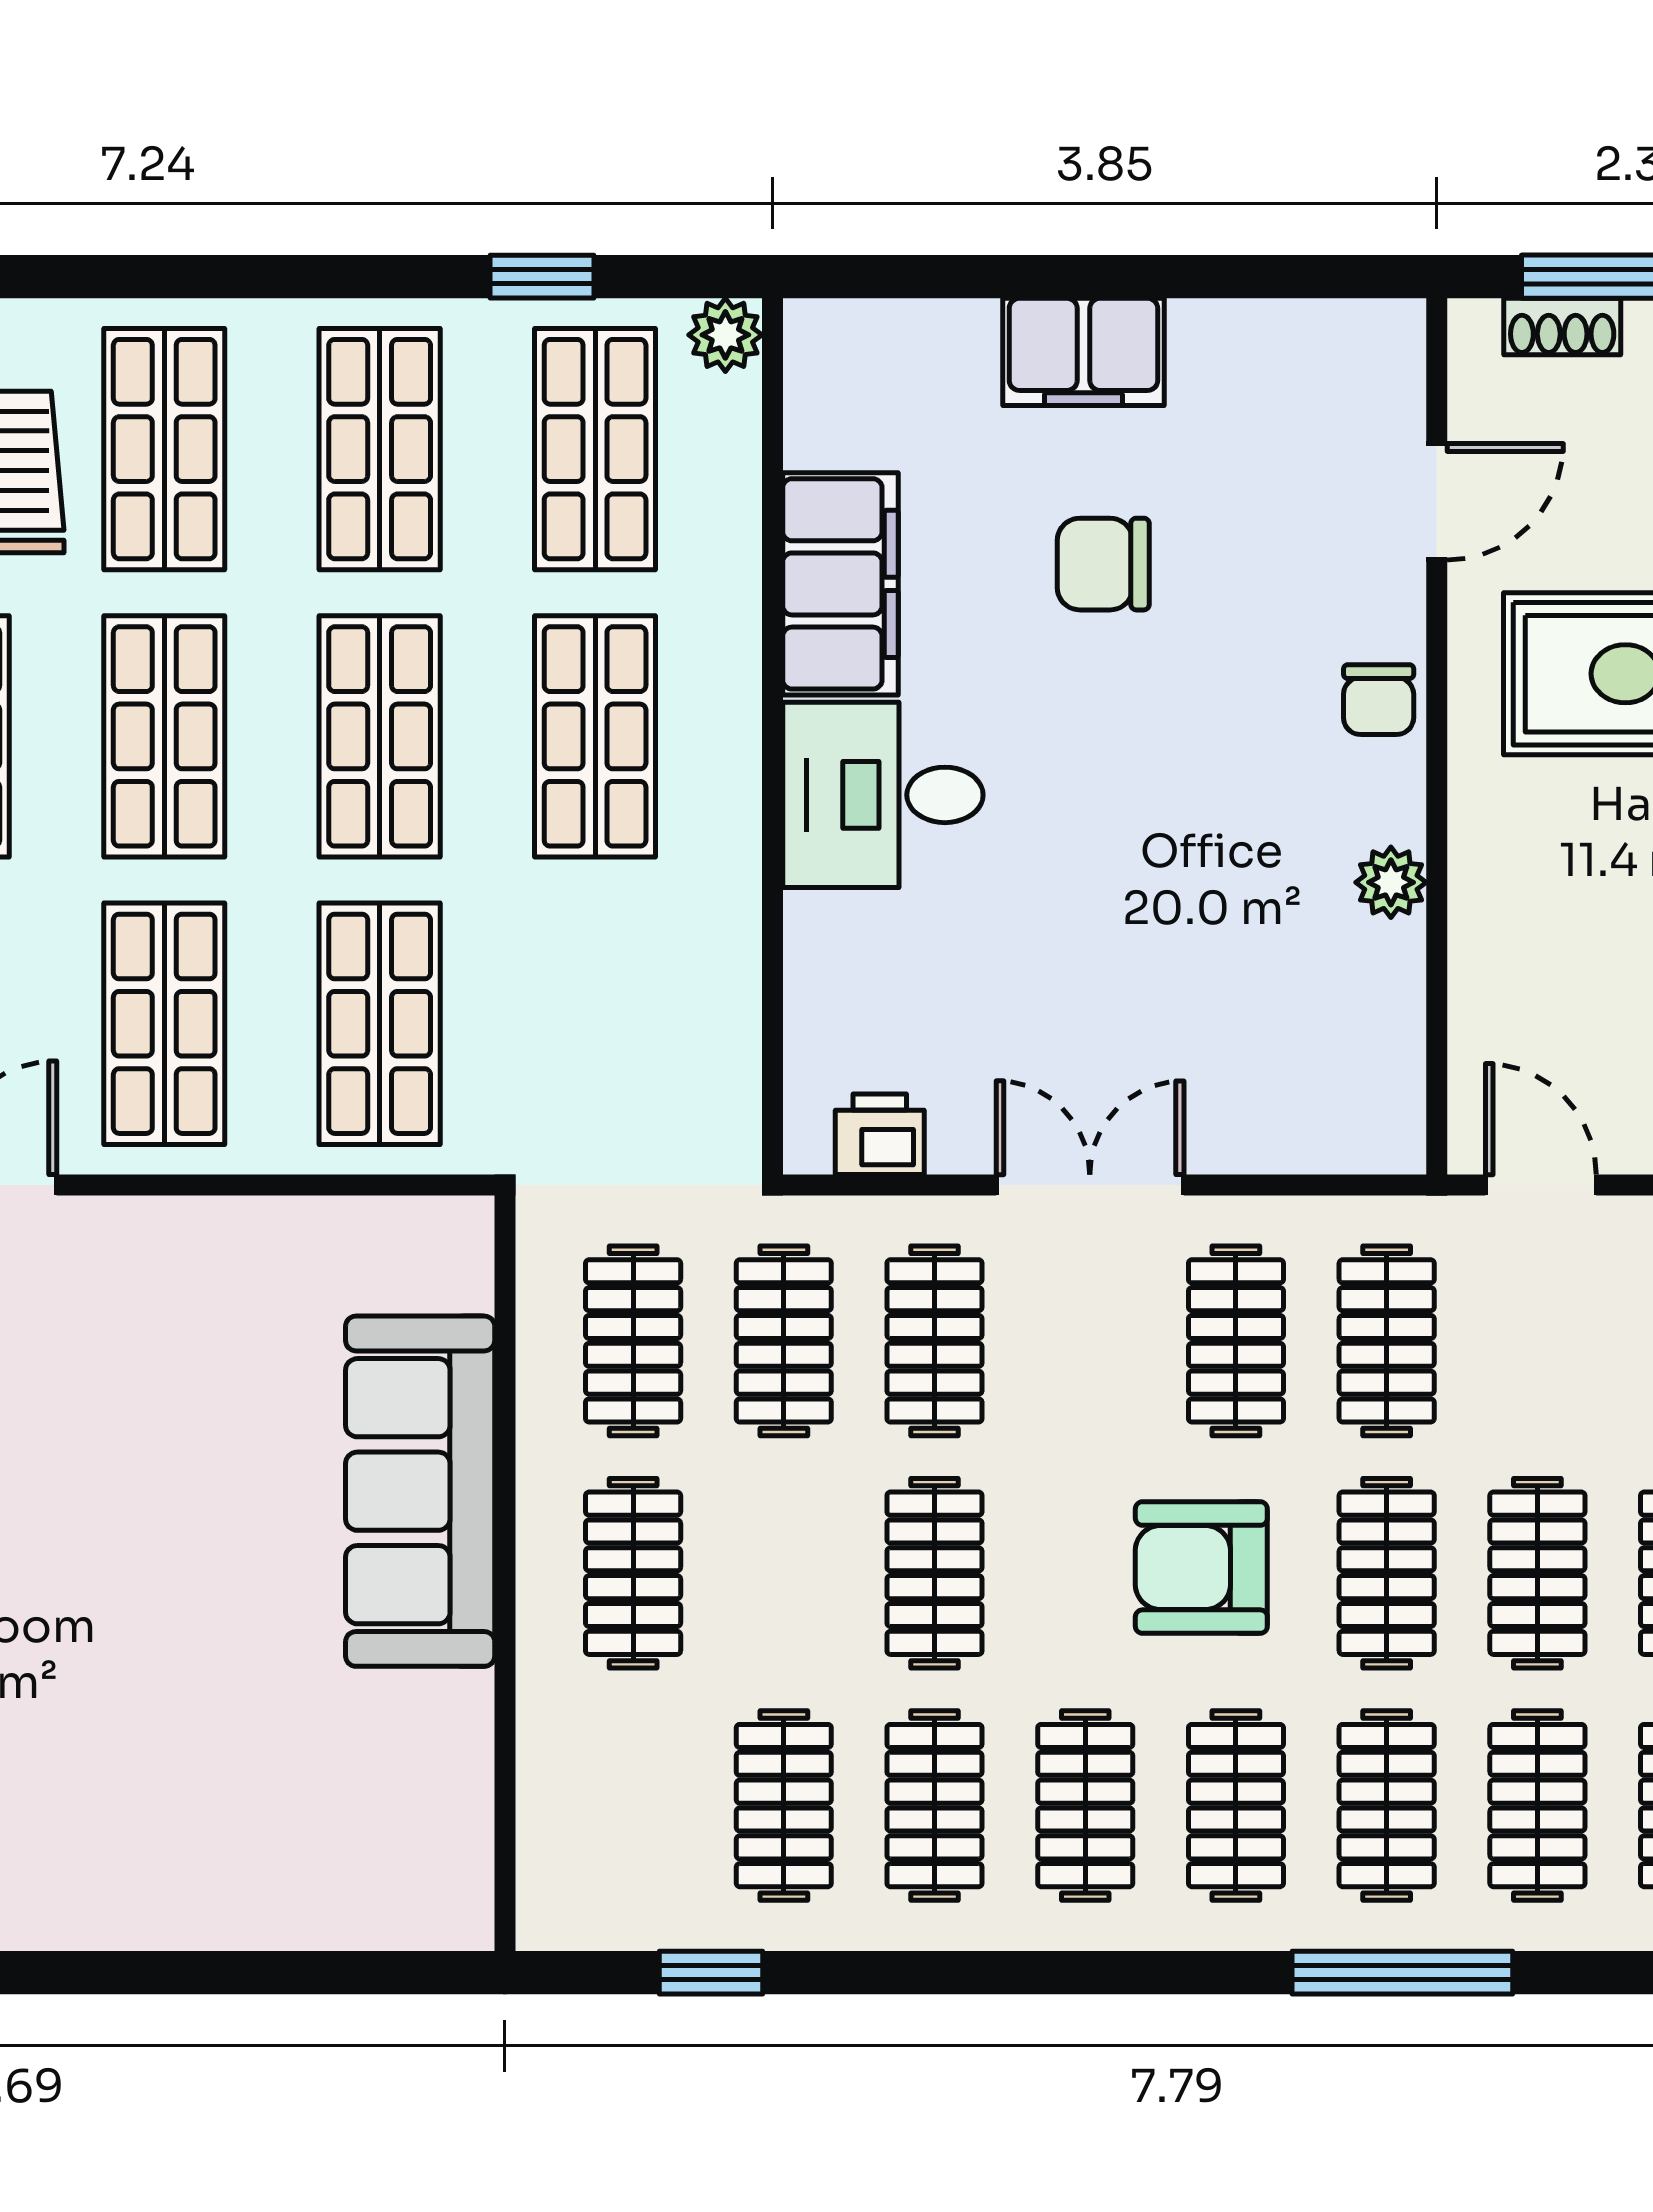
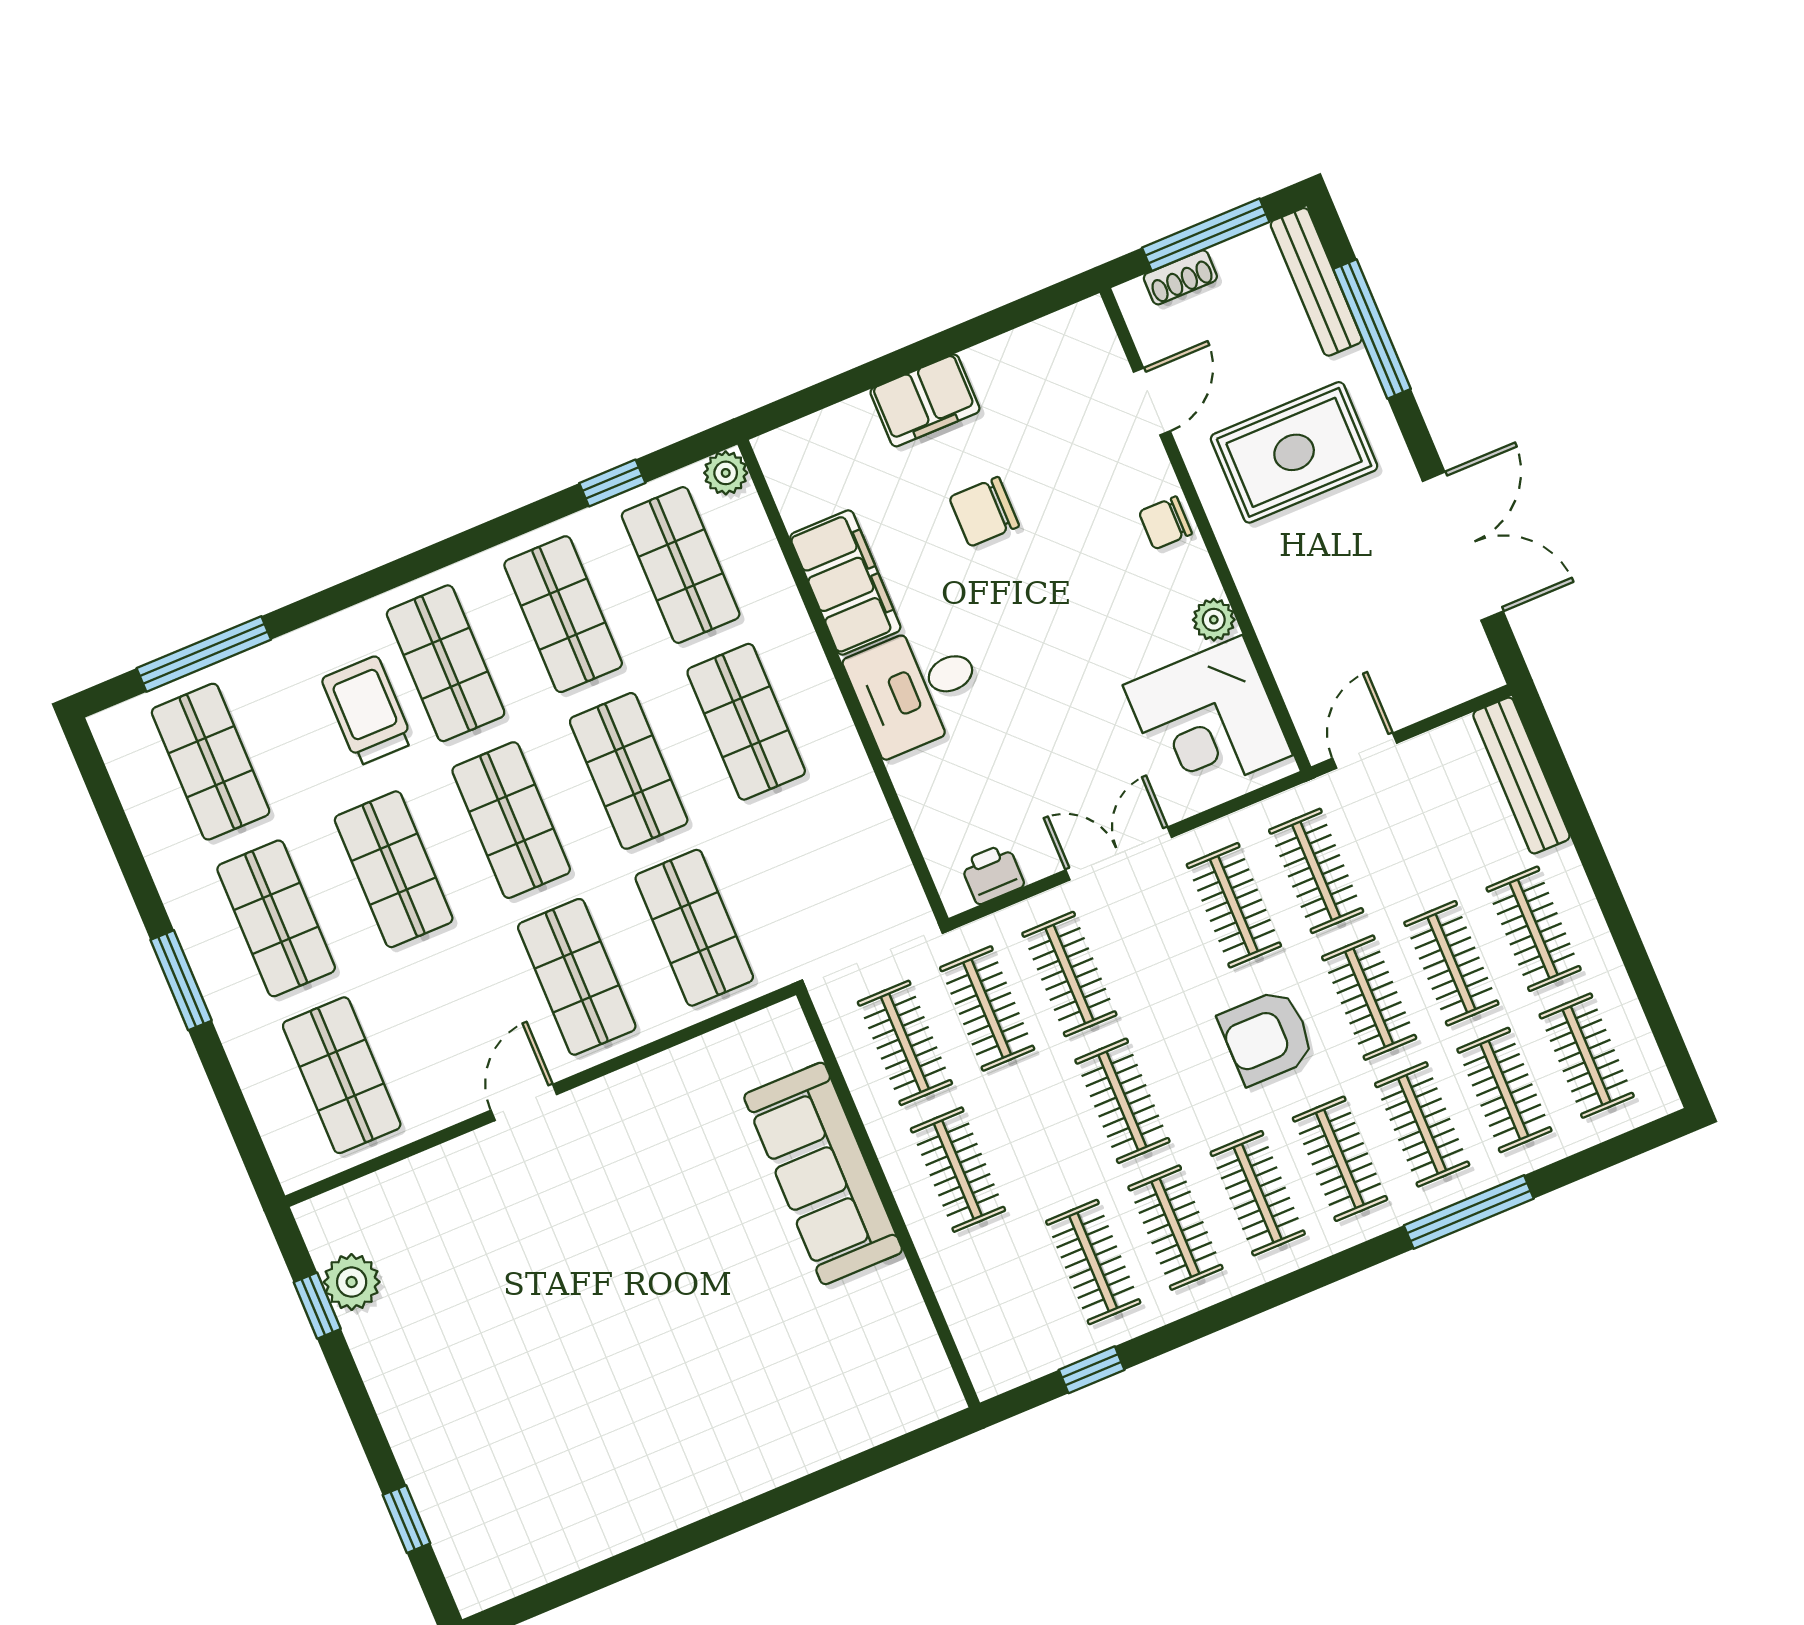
chair: (1379, 700) -> (1165, 523), turned 90
corner desk: (1316, 1035) -> (1208, 720), added
door: (1541, 1185) -> (1365, 751), hinge flipped

